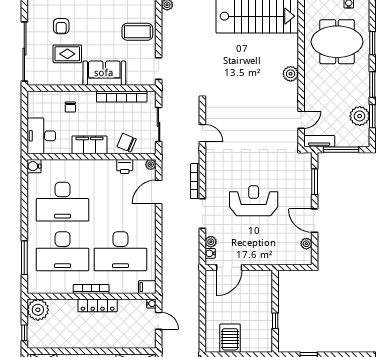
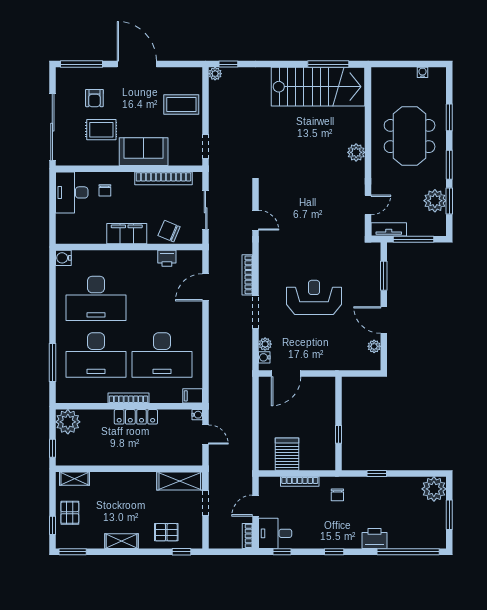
meeting table: (337, 42) -> (410, 136), moved, turned 90
desk: (41, 136) -> (72, 192), moved
plant: (151, 165) -> (197, 256), removed

